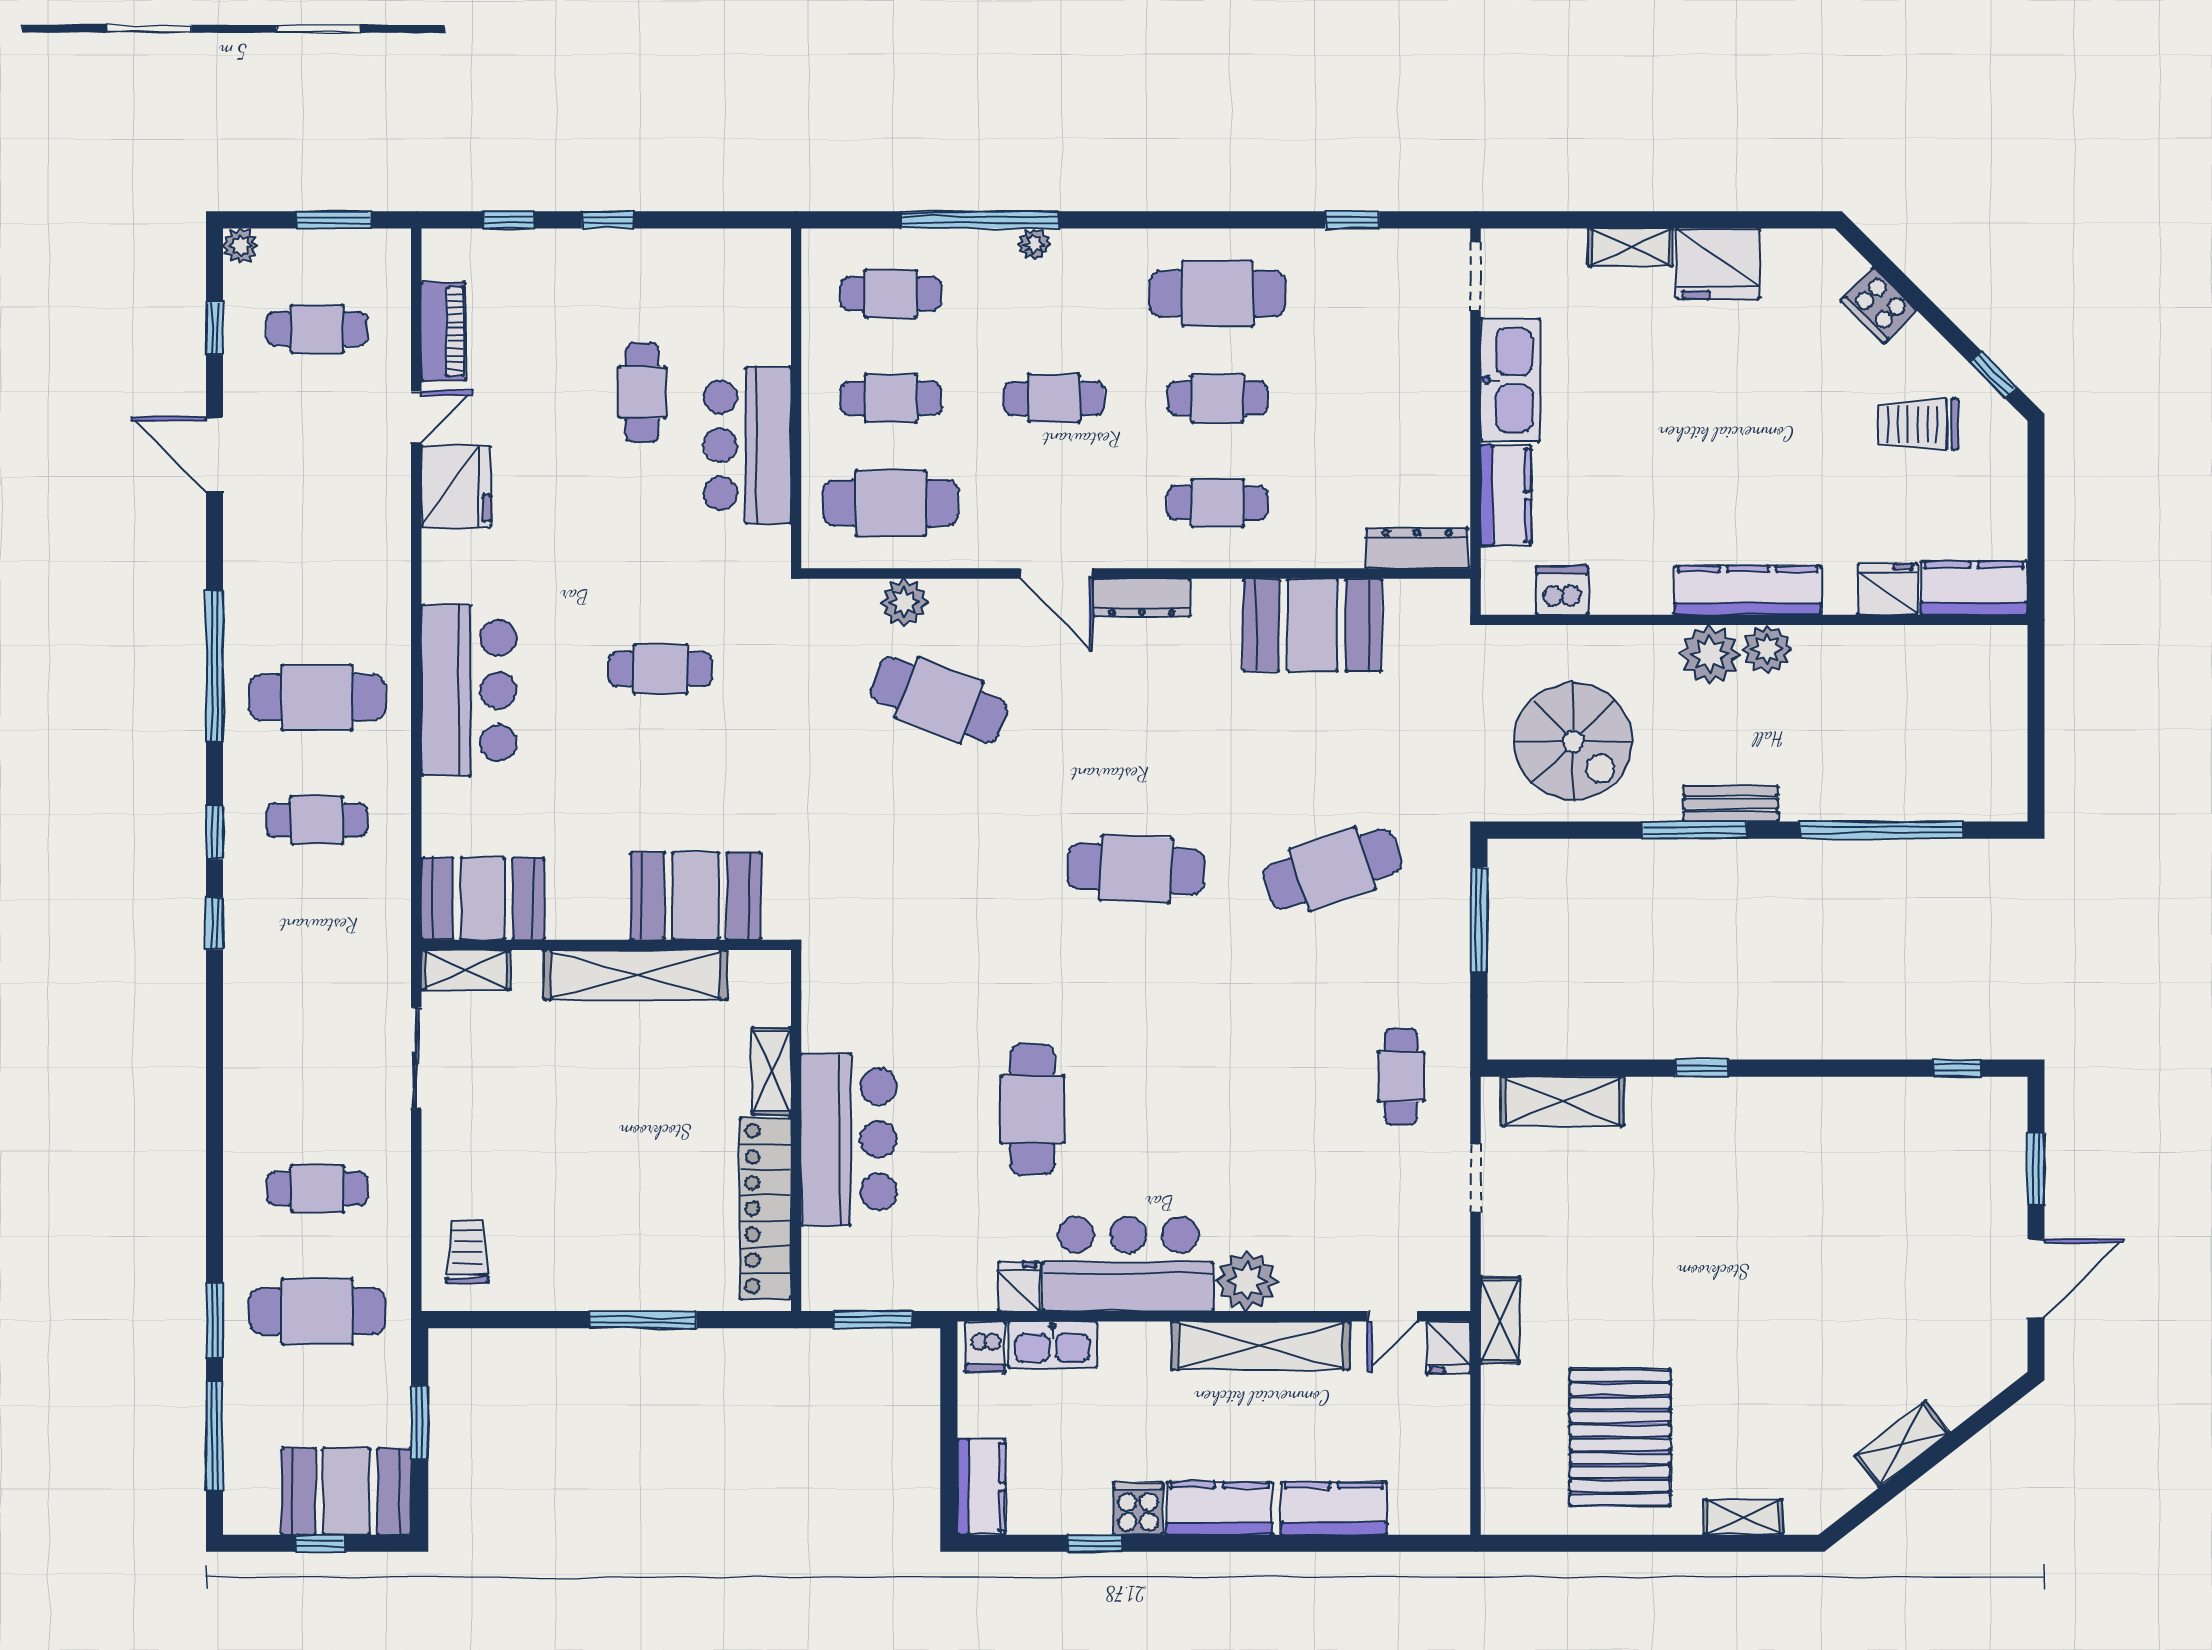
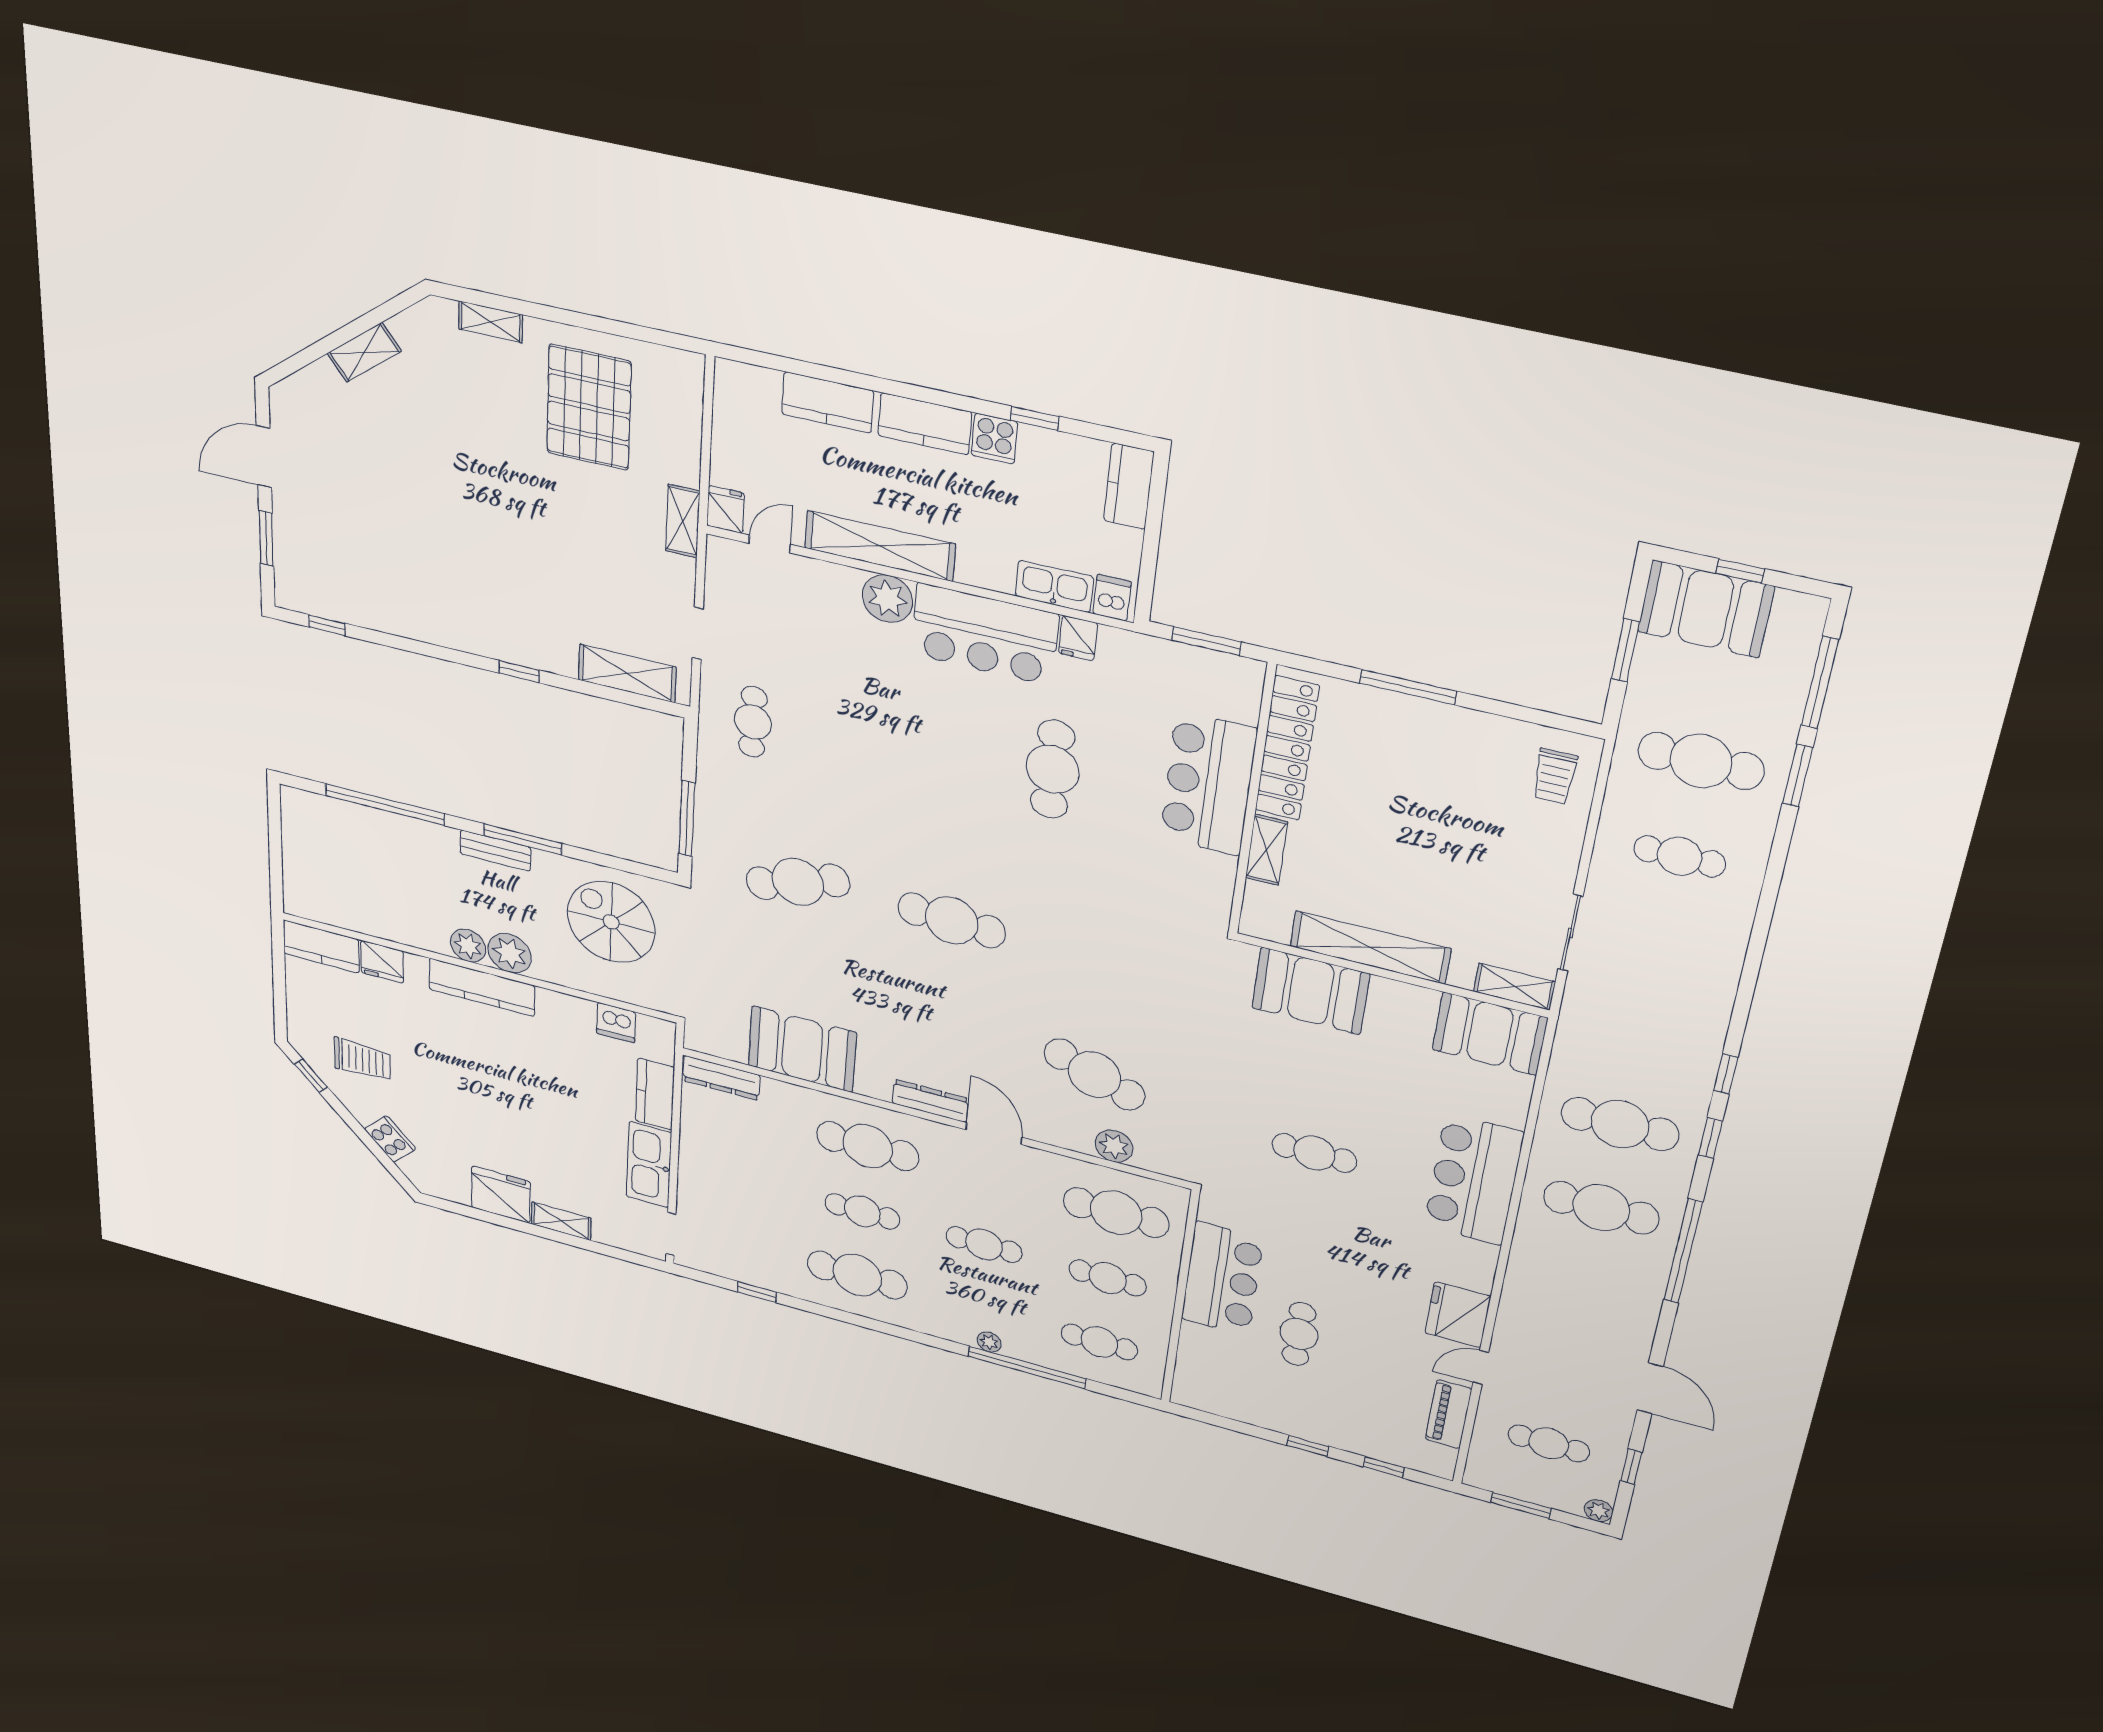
cafe table: (1217, 503) -> (868, 1146), width x1.37, depth x1.35
cafe table: (317, 820) -> (1620, 1124), width x1.37, depth x1.35

